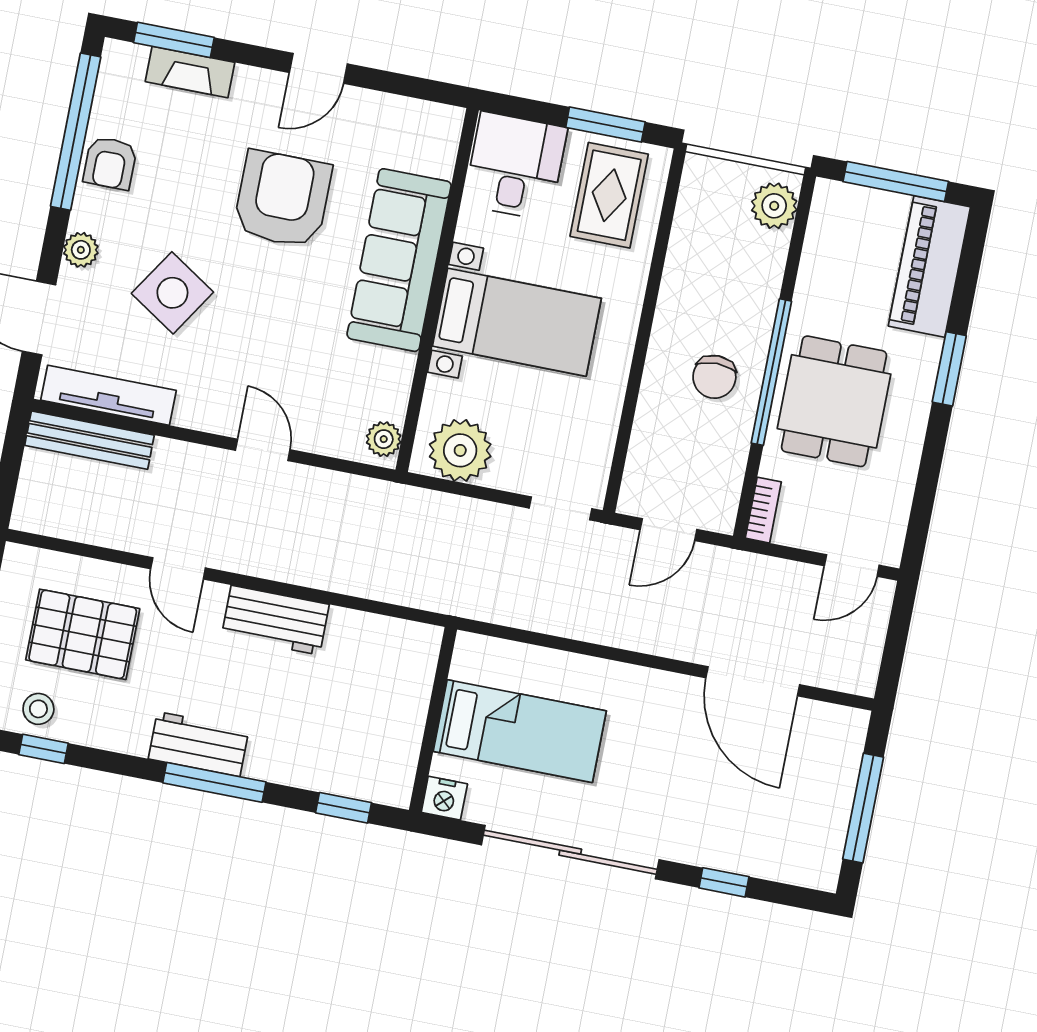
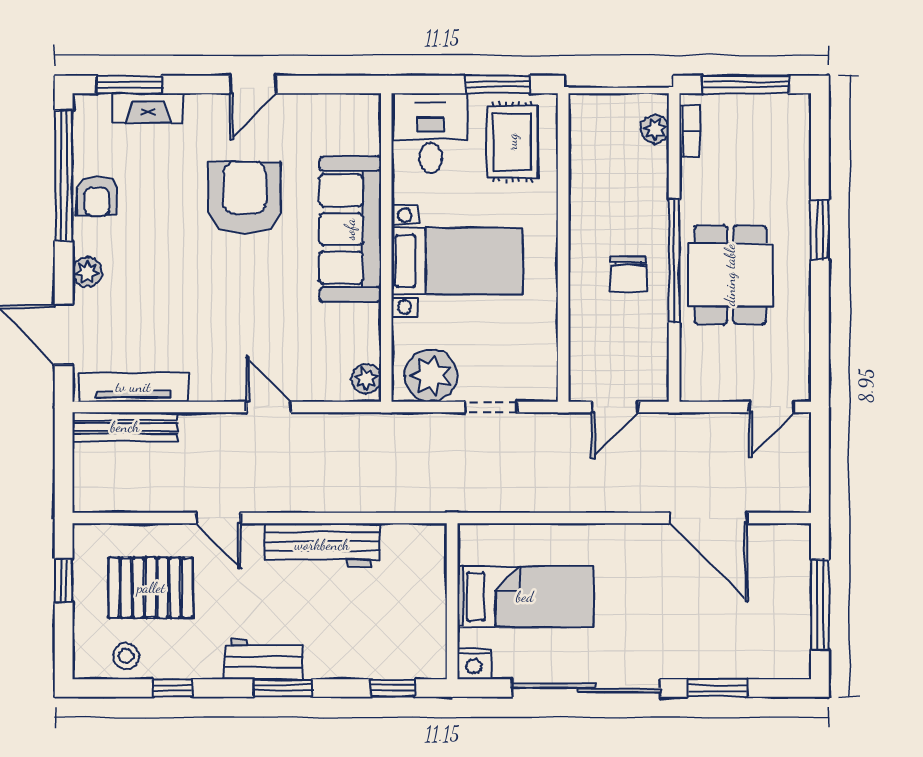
plant: (774, 206) -> (655, 129), width x0.73, depth x0.73
piano: (929, 266) -> (787, 149), removed
side table: (172, 293) -> (169, 292), removed
doorway: (561, 508) -> (491, 407), moved
bookcase: (763, 510) -> (690, 131), moved
workbench: (275, 620) -> (322, 545), width x1.38
window: (43, 749) -> (173, 688), moved
window: (214, 782) -> (283, 688), width x0.69
window: (724, 882) -> (717, 688), width x1.50

